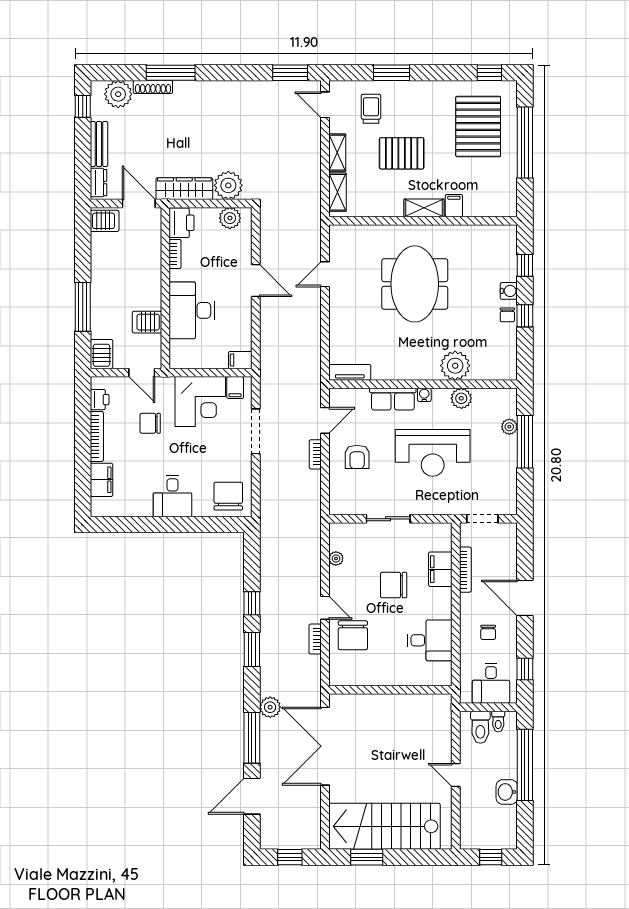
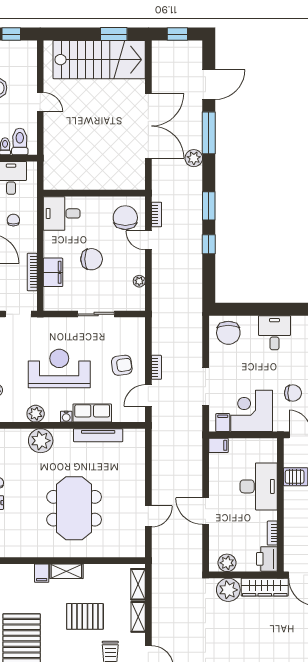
tv unit: (350, 372) -> (98, 435), moved, width x1.41
armchair: (357, 457) -> (122, 365), turned 82
wall: (390, 690) -> (94, 193), moved

